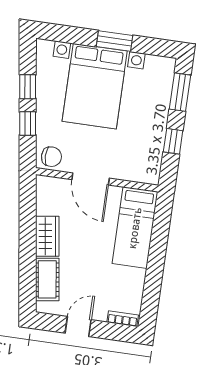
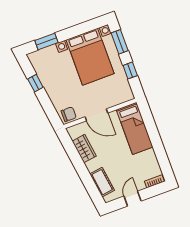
window: (115, 41) -> (46, 41), moved
bed with nightstands: (95, 86) -> (90, 57), moved
window: (28, 124) -> (46, 103), removed
wardrobe: (47, 236) -> (84, 149), moved

